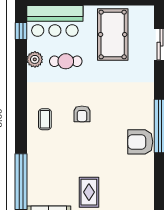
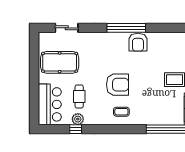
window: (21, 31) -> (76, 129), moved
armchair: (82, 114) -> (117, 85), width x1.88, depth x1.88

